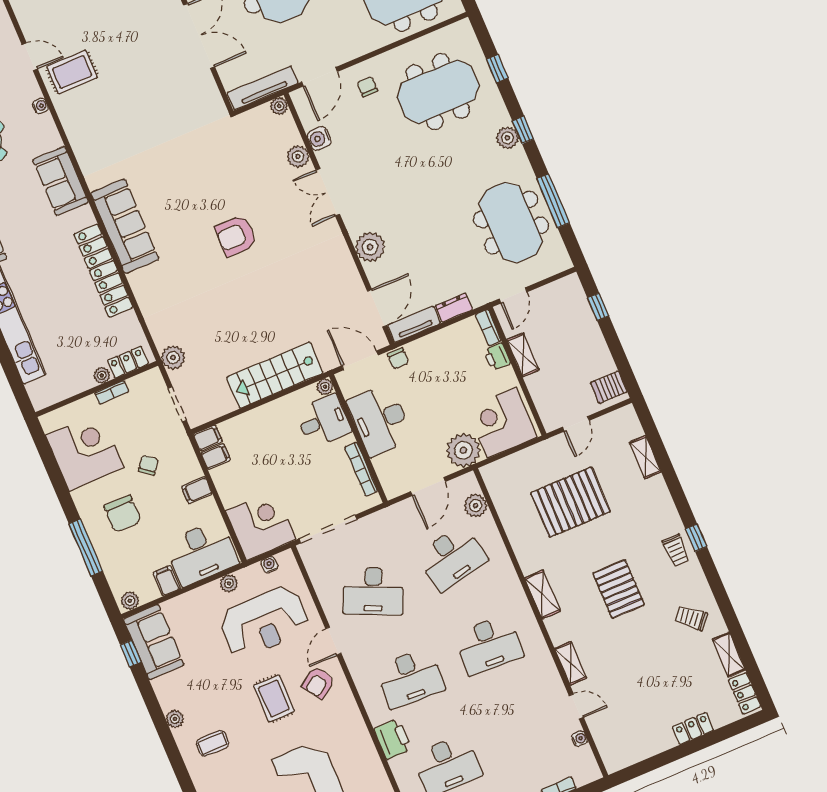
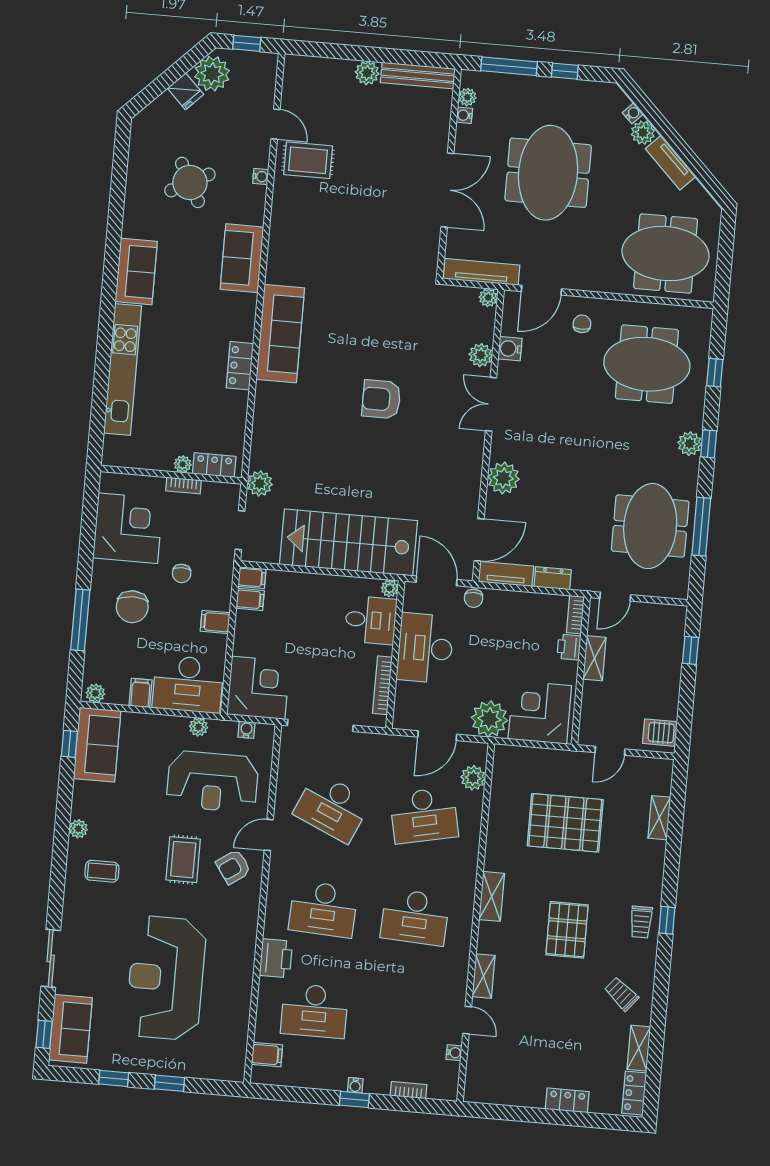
locker: (103, 271) -> (240, 366), width x0.46, depth x0.83
stairs: (275, 375) -> (349, 543), width x1.36, depth x1.51
chair: (148, 465) -> (182, 573), turned 142

